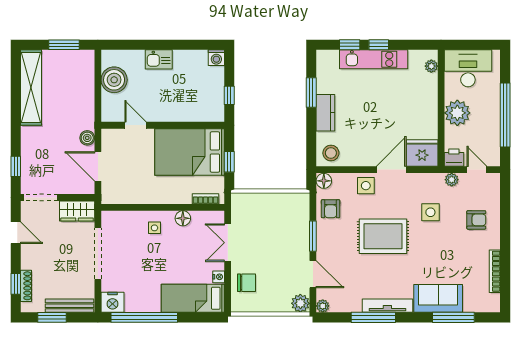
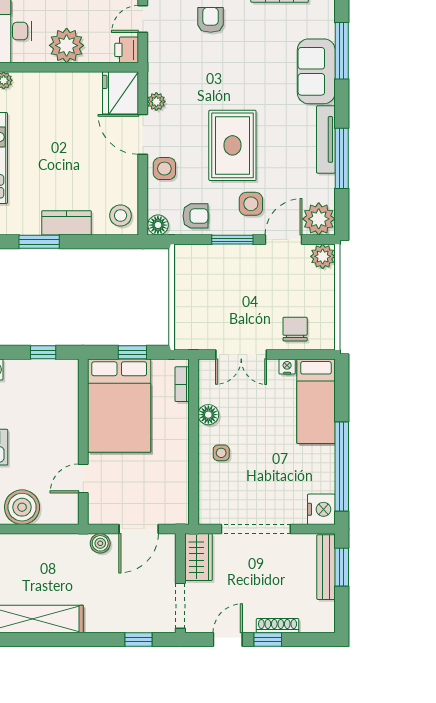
plant: (452, 180) -> (156, 102), moved
side table: (430, 212) -> (251, 204), moved
window: (16, 284) -> (268, 640), moved
shoe rack: (26, 286) -> (278, 626), moved
plant: (323, 306) -> (319, 219), width x1.87, depth x1.87
window: (52, 317) -> (342, 567), moved

